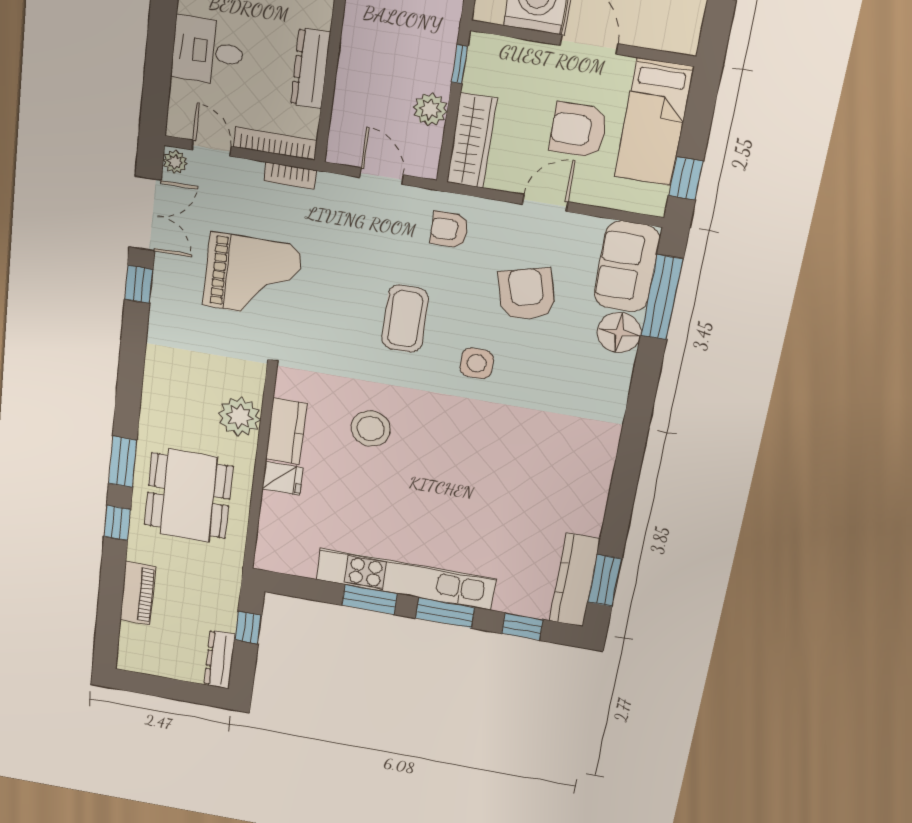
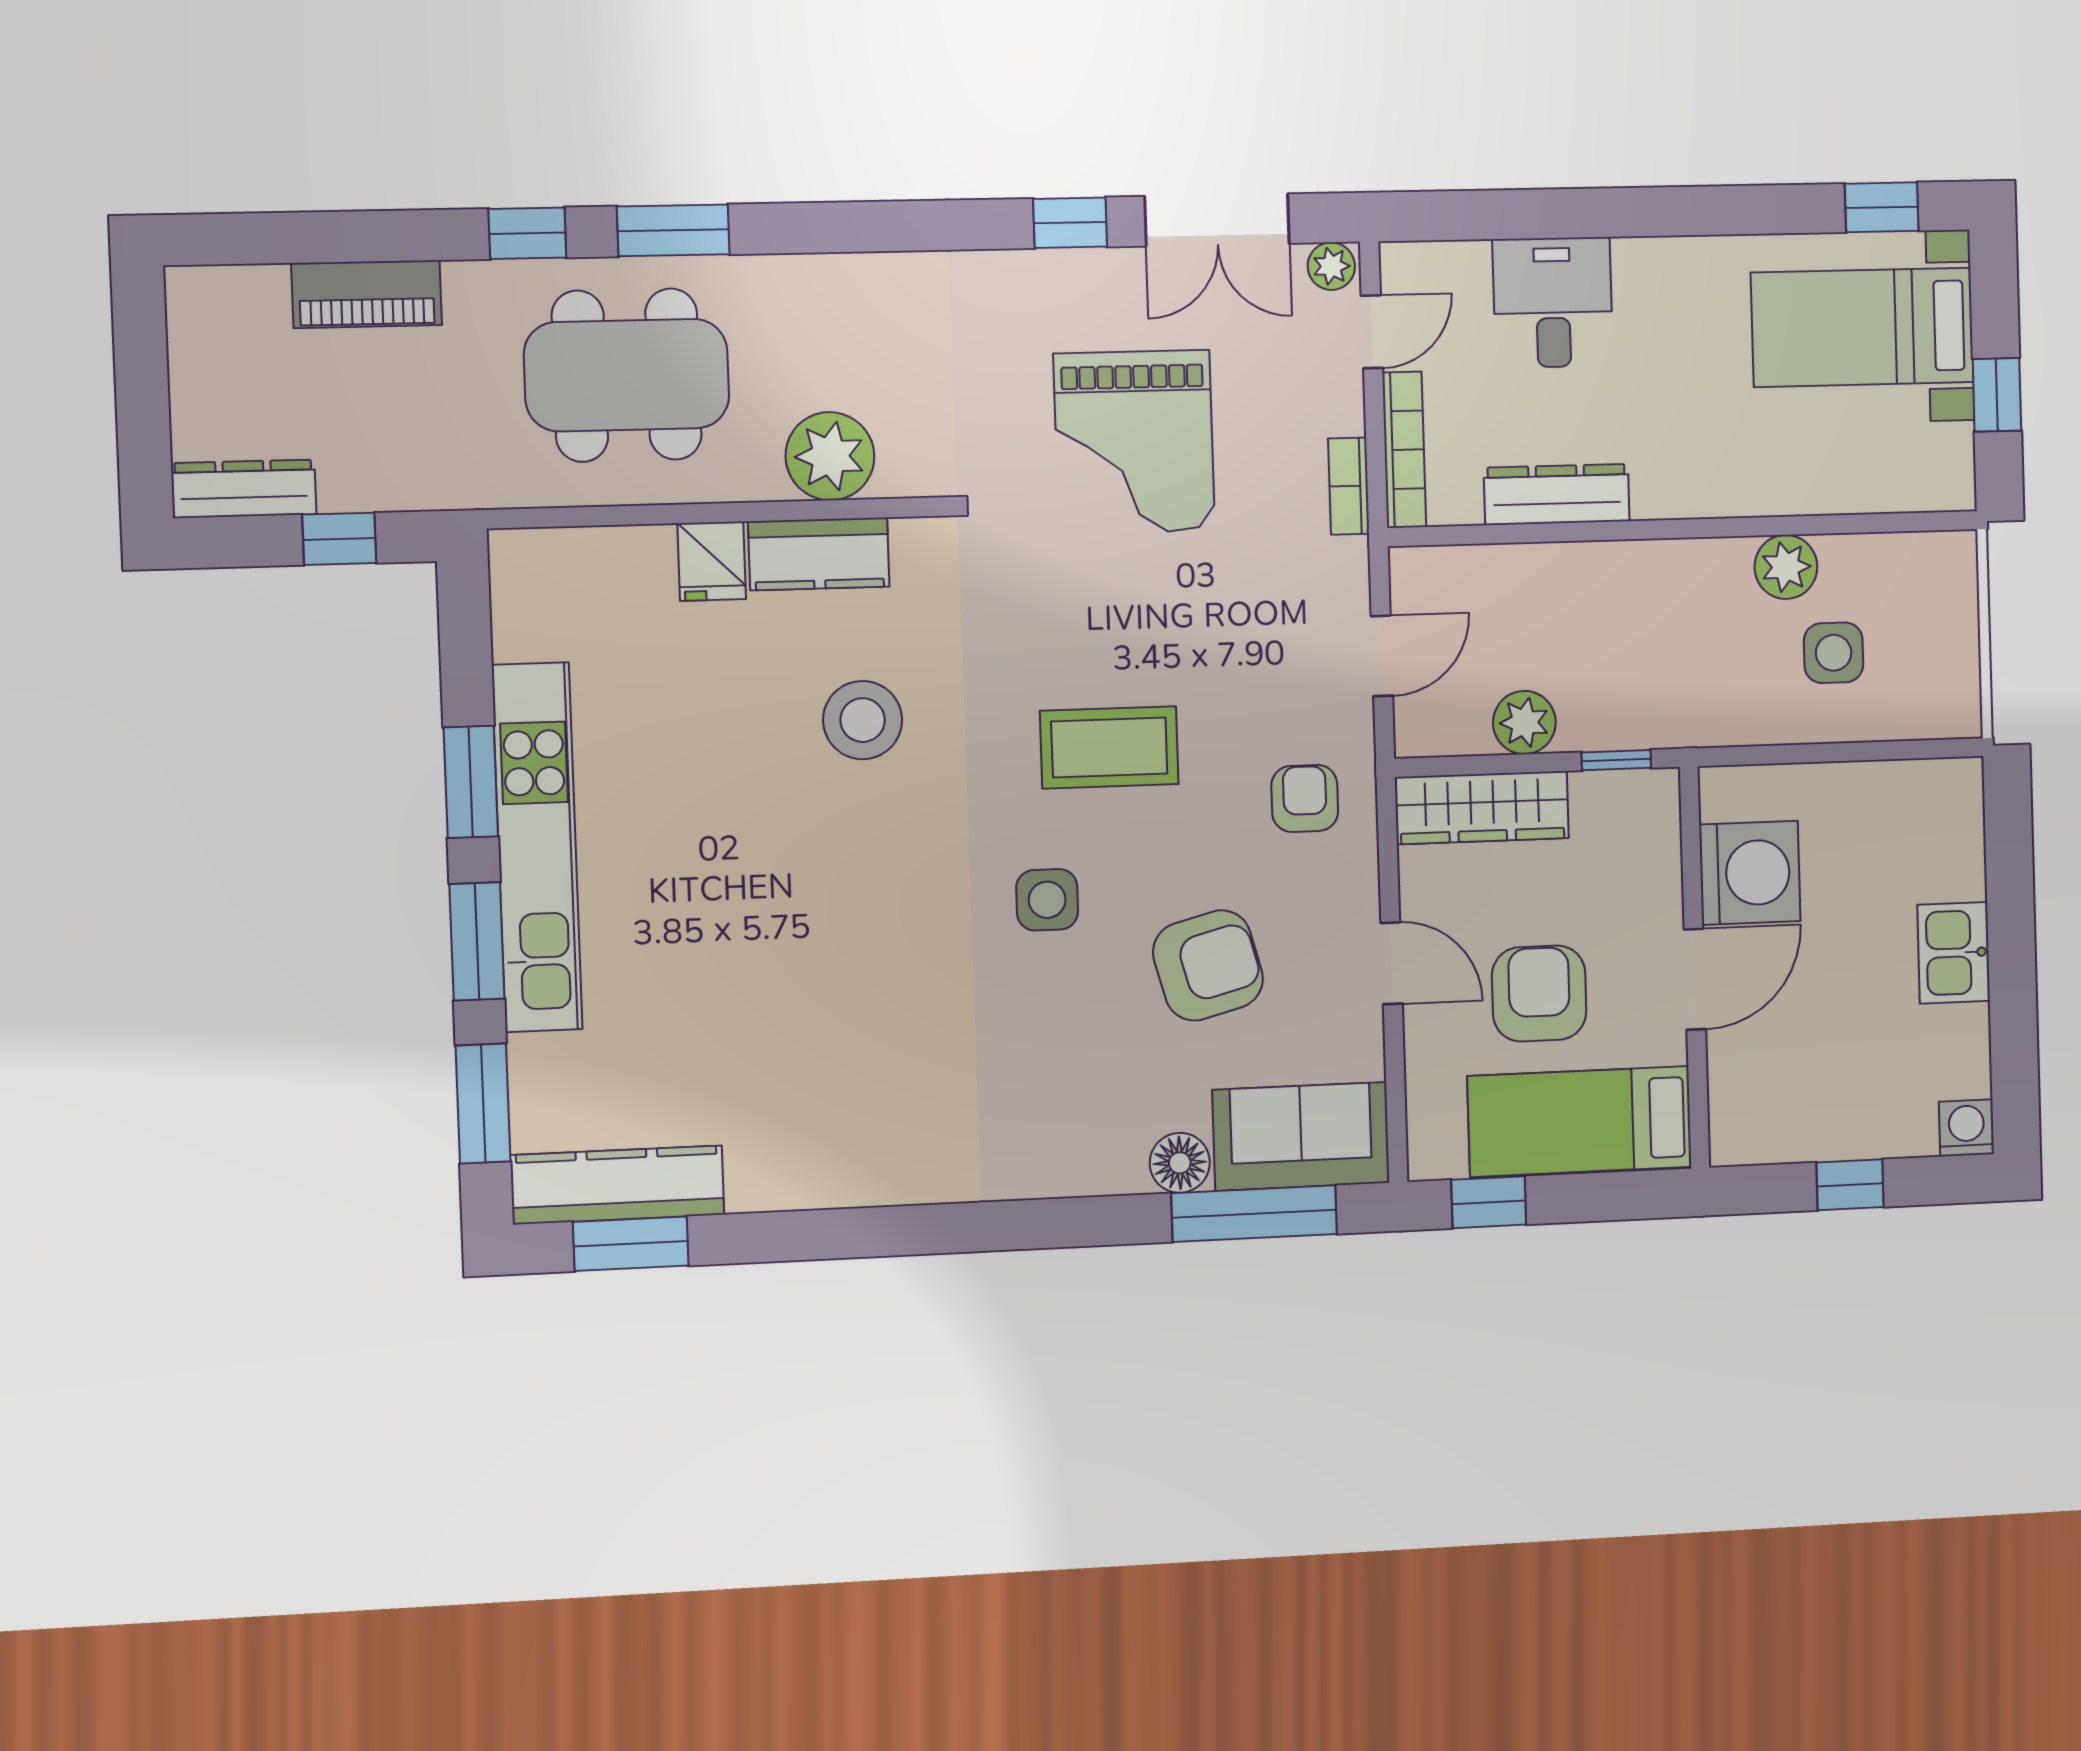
floor lamp: (619, 333) -> (1180, 1163), width x0.73, depth x0.73
window: (522, 627) -> (483, 1103), width x1.50

